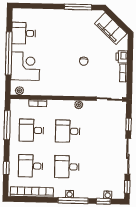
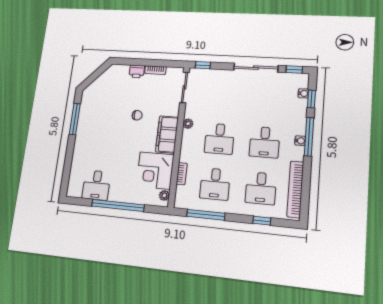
filing cabinet: (111, 28) -> (167, 134), moved, turned 137
corner desk: (25, 66) -> (155, 170), moved, turned -90
window: (129, 124) -> (203, 65), moved

